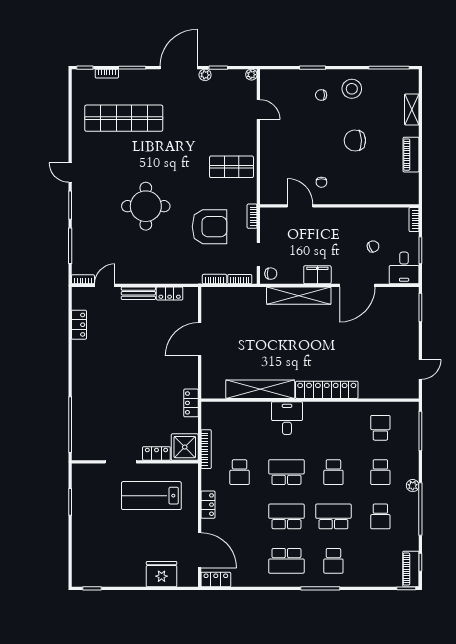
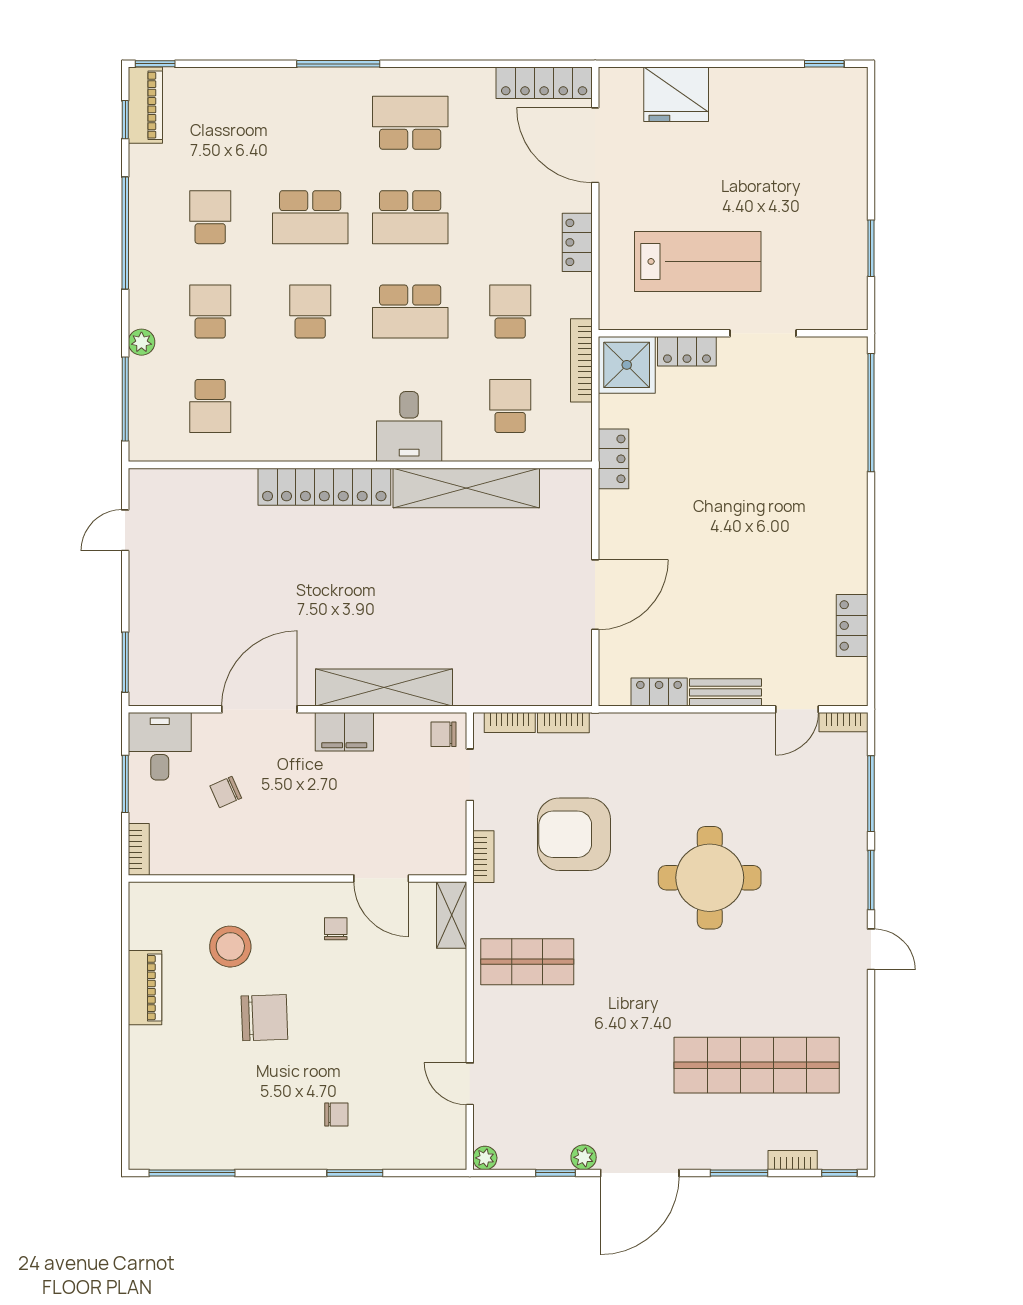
stool: (352, 89) -> (230, 947), moved
shelving: (412, 110) -> (452, 915), moved
plant: (413, 486) -> (141, 342), moved
school desk: (333, 561) -> (510, 406), moved
locker: (216, 580) -> (544, 83), width x1.53

